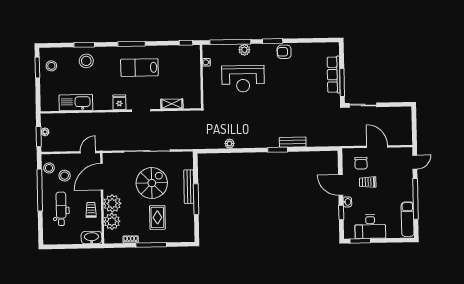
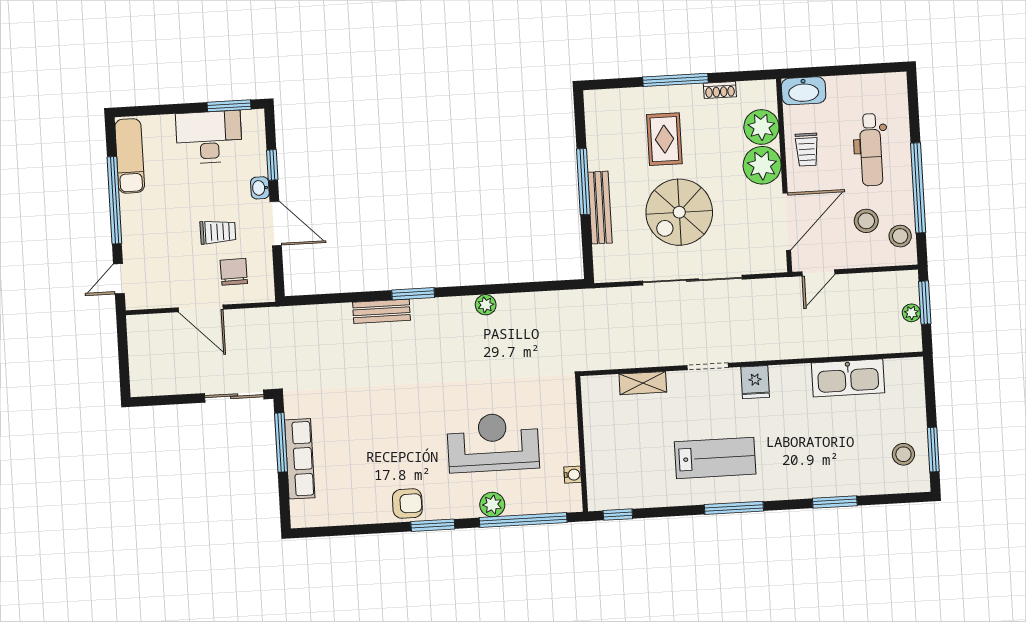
stool: (86, 61) -> (829, 468), removed
plant: (230, 144) -> (486, 305), moved

